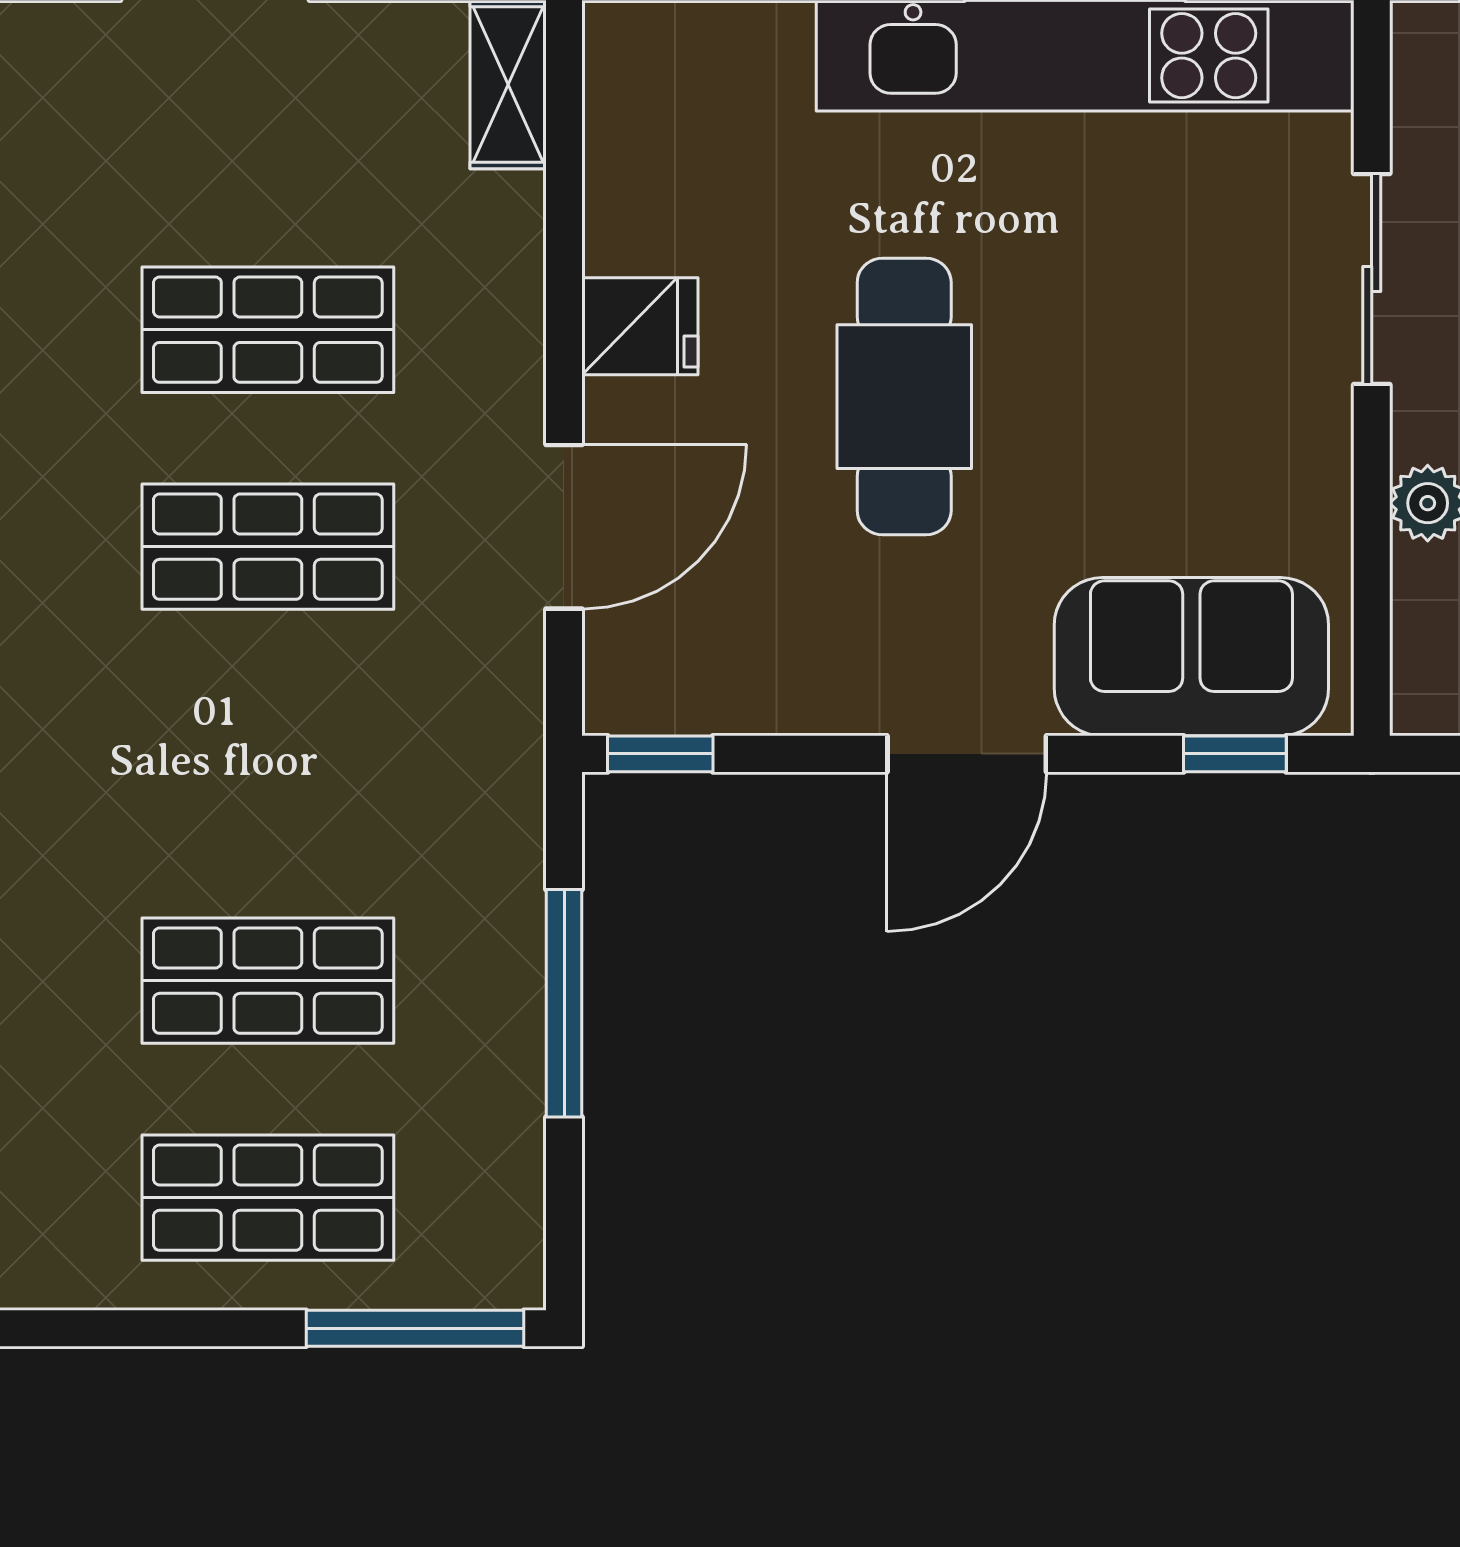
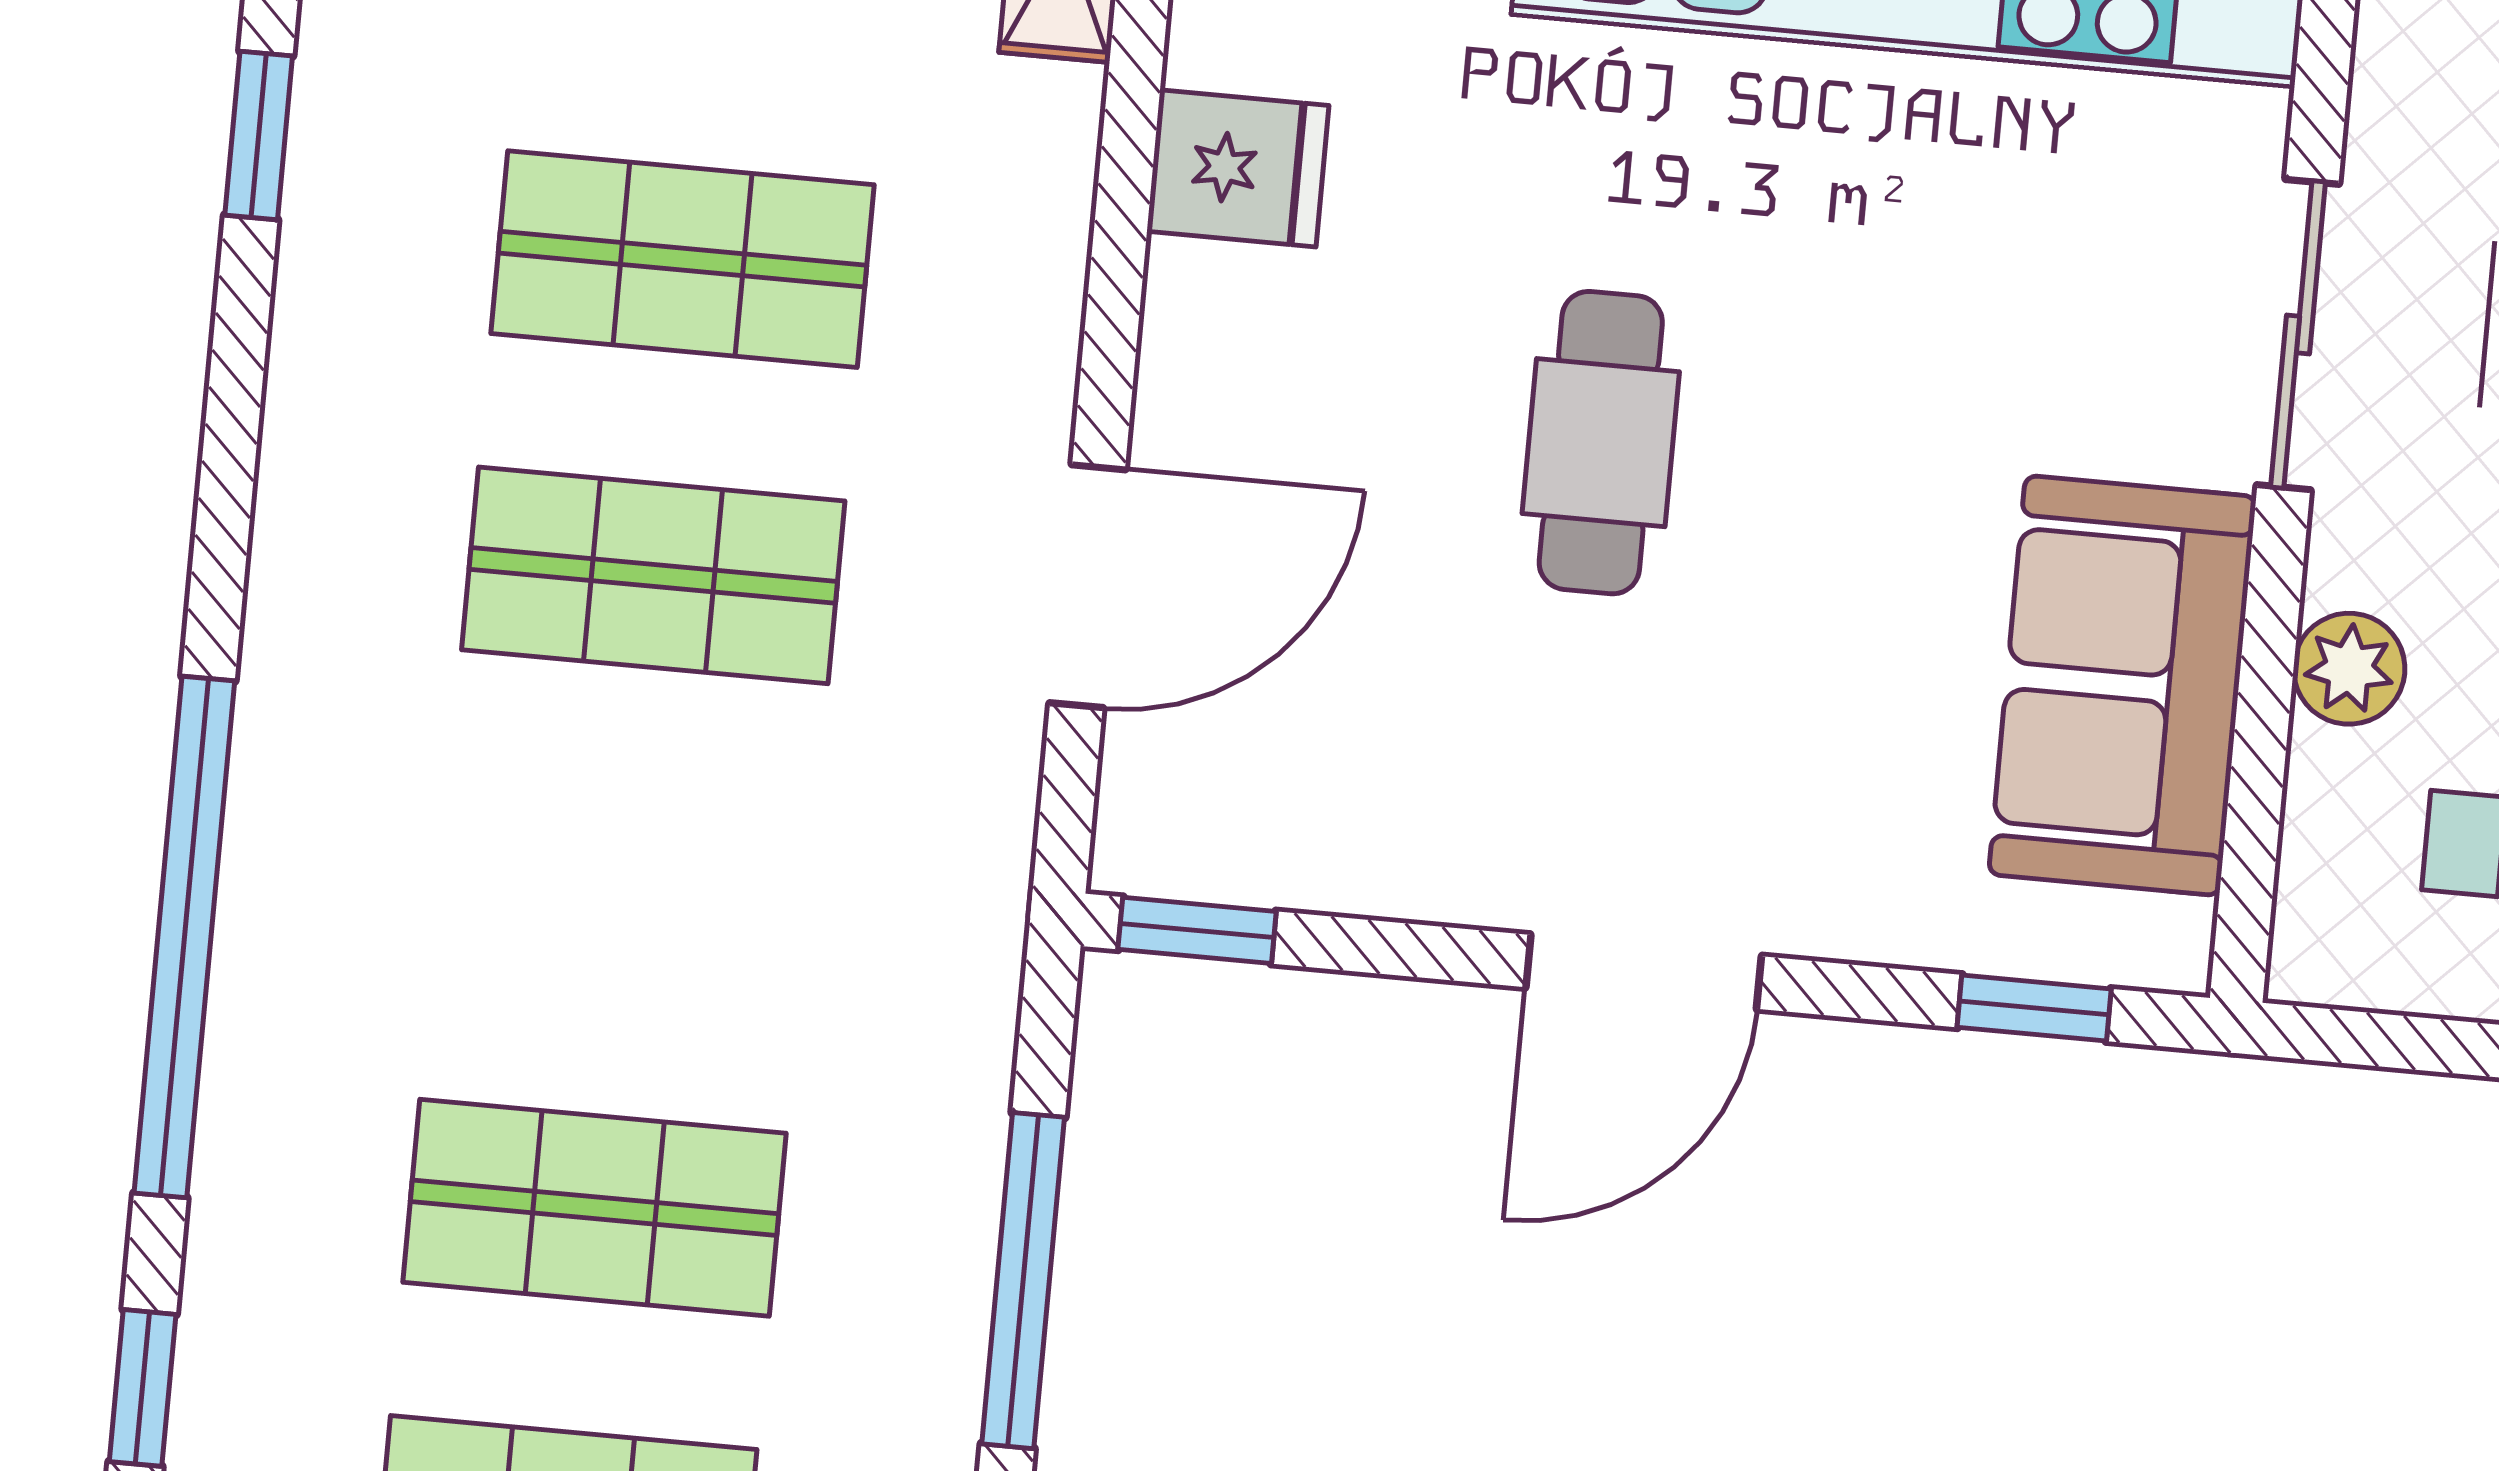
fridge: (640, 326) -> (1238, 168), moved
cafe table: (904, 397) -> (1601, 443), width x0.73, depth x0.74
sofa: (1191, 657) -> (2123, 685), moved, turned -90

